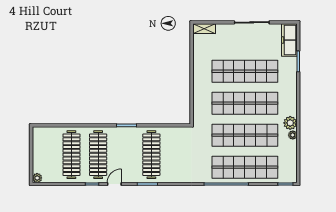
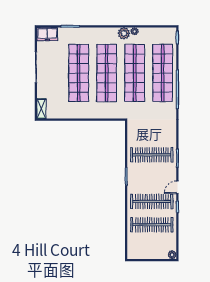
freezer: (289, 40) -> (47, 34), width x0.71
door: (114, 184) -> (177, 187), hinge flipped

